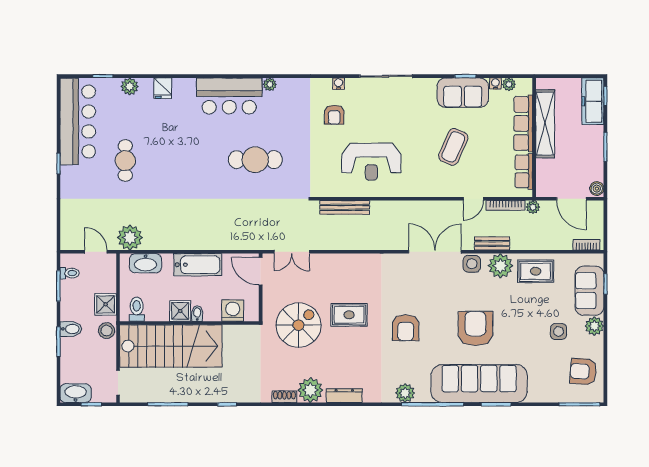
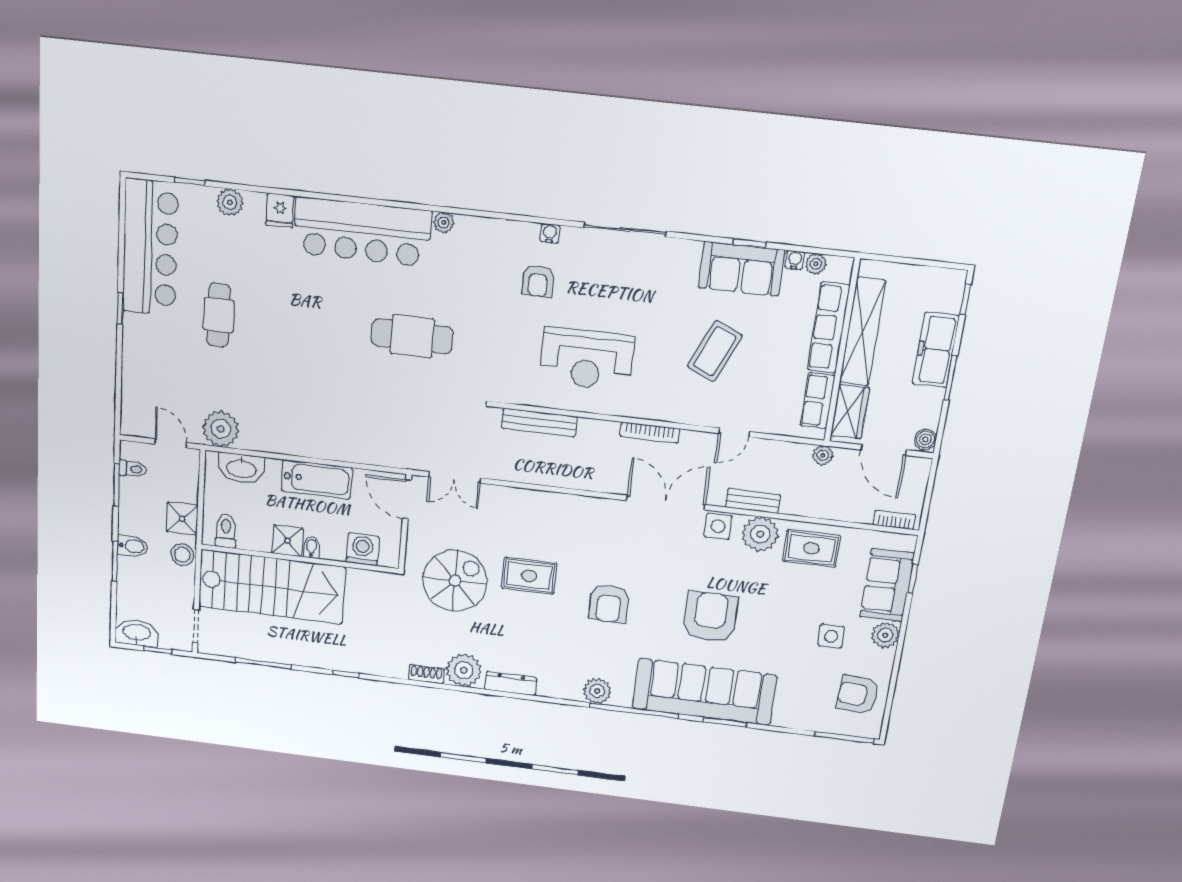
bar counter: (229, 96) -> (362, 232), width x1.36
freezer: (593, 101) -> (936, 350), moved
wardrobe: (546, 176) -> (850, 412), added
bookcase: (506, 205) -> (650, 432), moved

